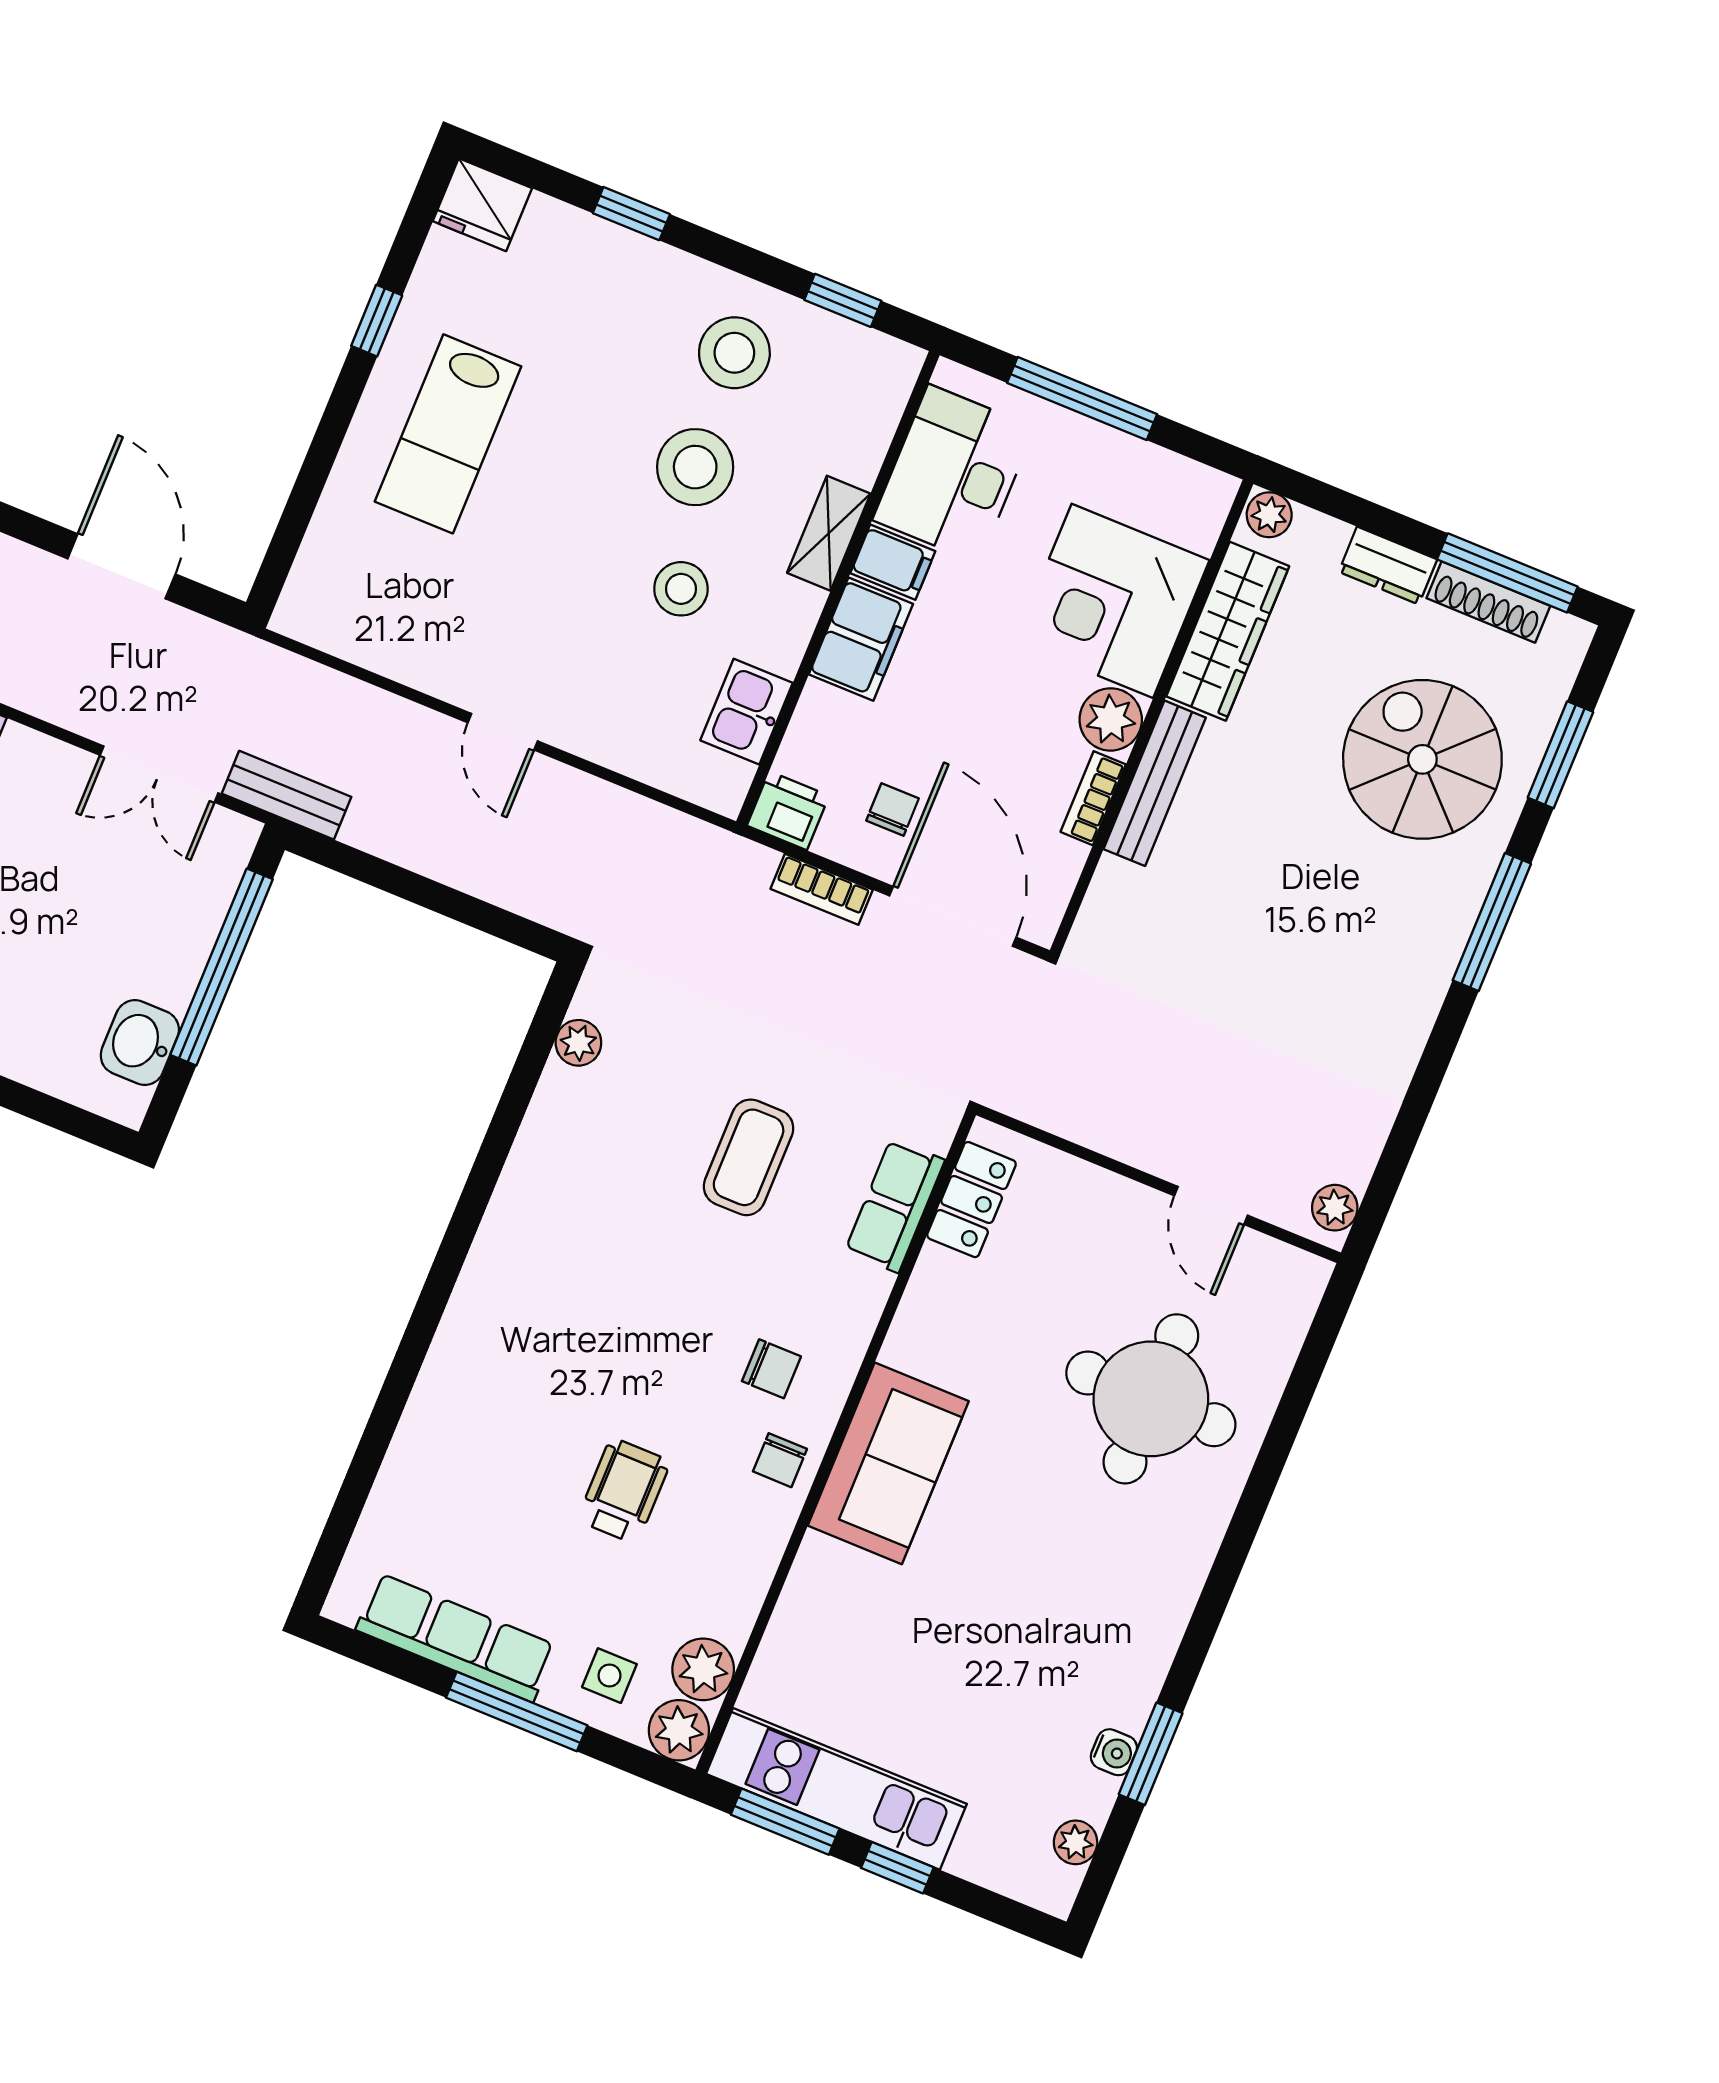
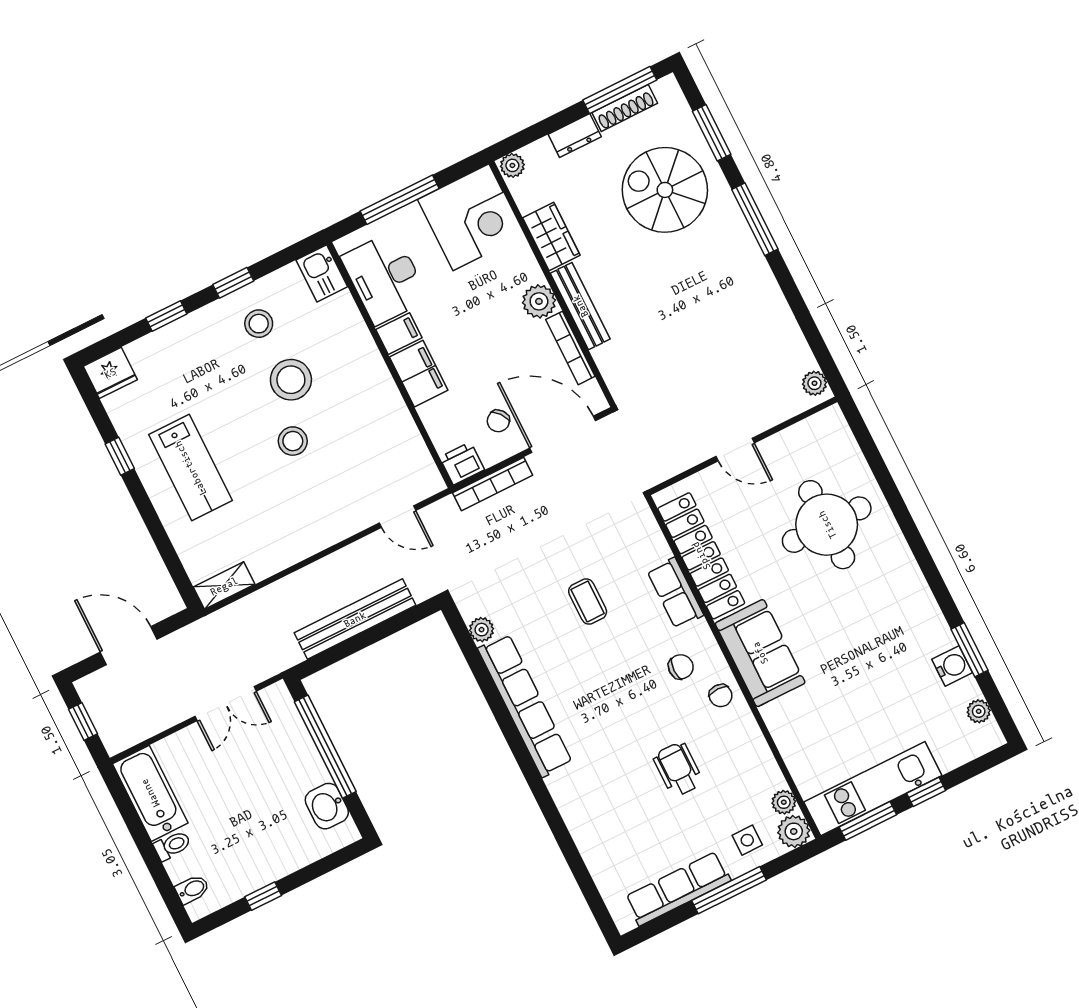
window: (843, 300) -> (233, 283), moved
stool: (734, 353) -> (259, 324), width x0.73, depth x0.73
shelving: (829, 533) -> (224, 586), moved, turned 90
stool: (681, 589) -> (293, 441), moved
corner desk: (1112, 601) -> (471, 217), moved, turned -90
wardrobe: (1228, 631) -> (551, 237), width x0.67
kitchen sink: (747, 712) -> (322, 273), moved
door: (503, 732) -> (397, 517), moved
bench: (286, 795) -> (355, 619), moved, width x1.86, depth x1.21
bookcase: (1093, 798) -> (570, 348), width x1.56
chair: (893, 810) -> (498, 421), turned -128
bookcase: (822, 889) -> (493, 484), width x1.56
coffee table: (749, 1157) -> (588, 601), width x0.73, depth x0.77
row of seats: (525, 1197) -> (525, 705), added
locker: (972, 1200) -> (701, 556), width x2.16, depth x1.21
row of seats: (895, 1206) -> (675, 593), moved
door: (1211, 1206) -> (735, 450), moved
plant: (703, 1669) -> (784, 802), width x0.73, depth x0.73
water cooler: (1114, 1752) -> (952, 666), width x1.38, depth x1.38

